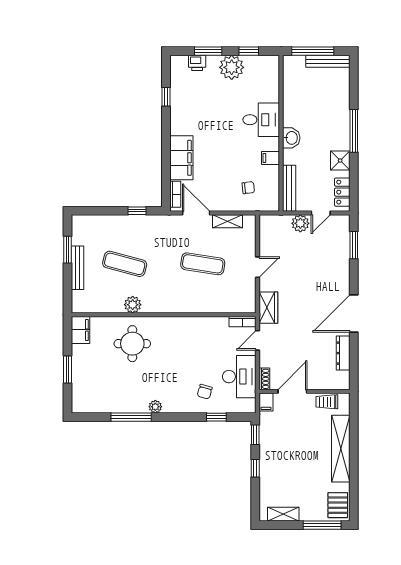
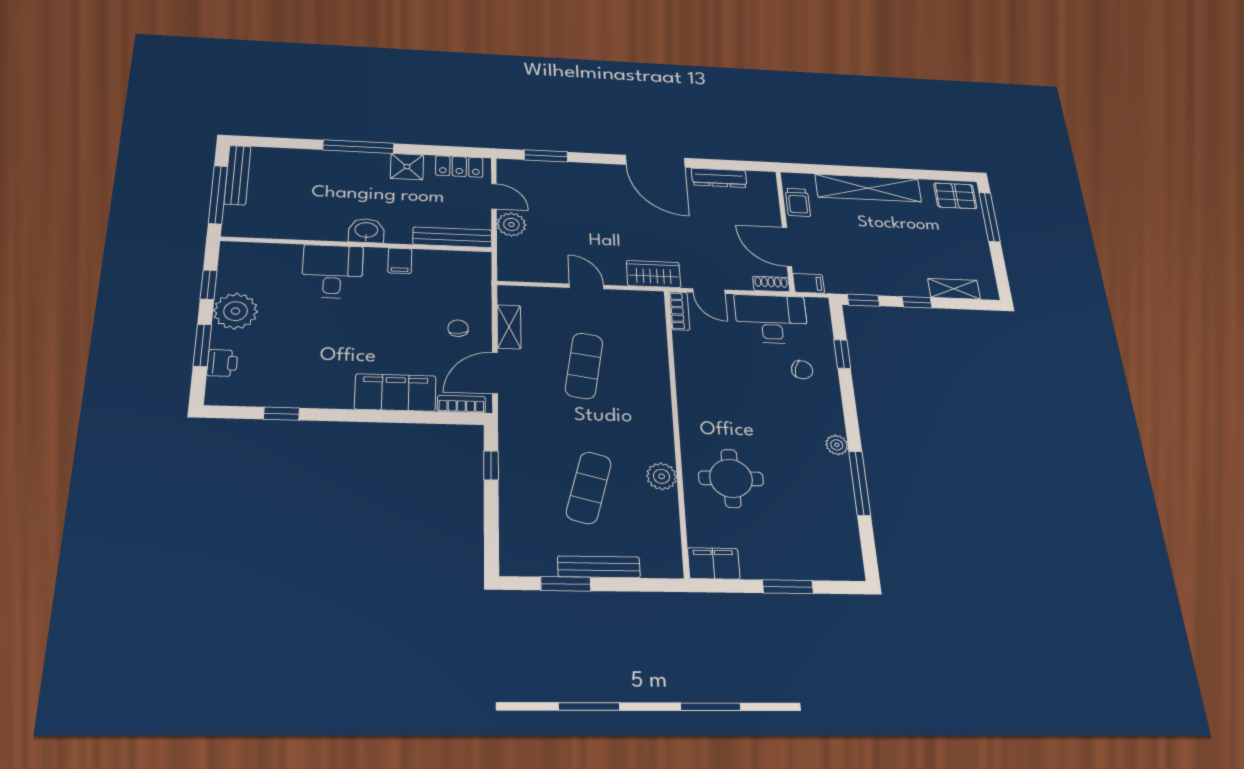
chair: (248, 188) -> (458, 328), moved
shelving: (283, 514) -> (954, 289), moved, turned 90

